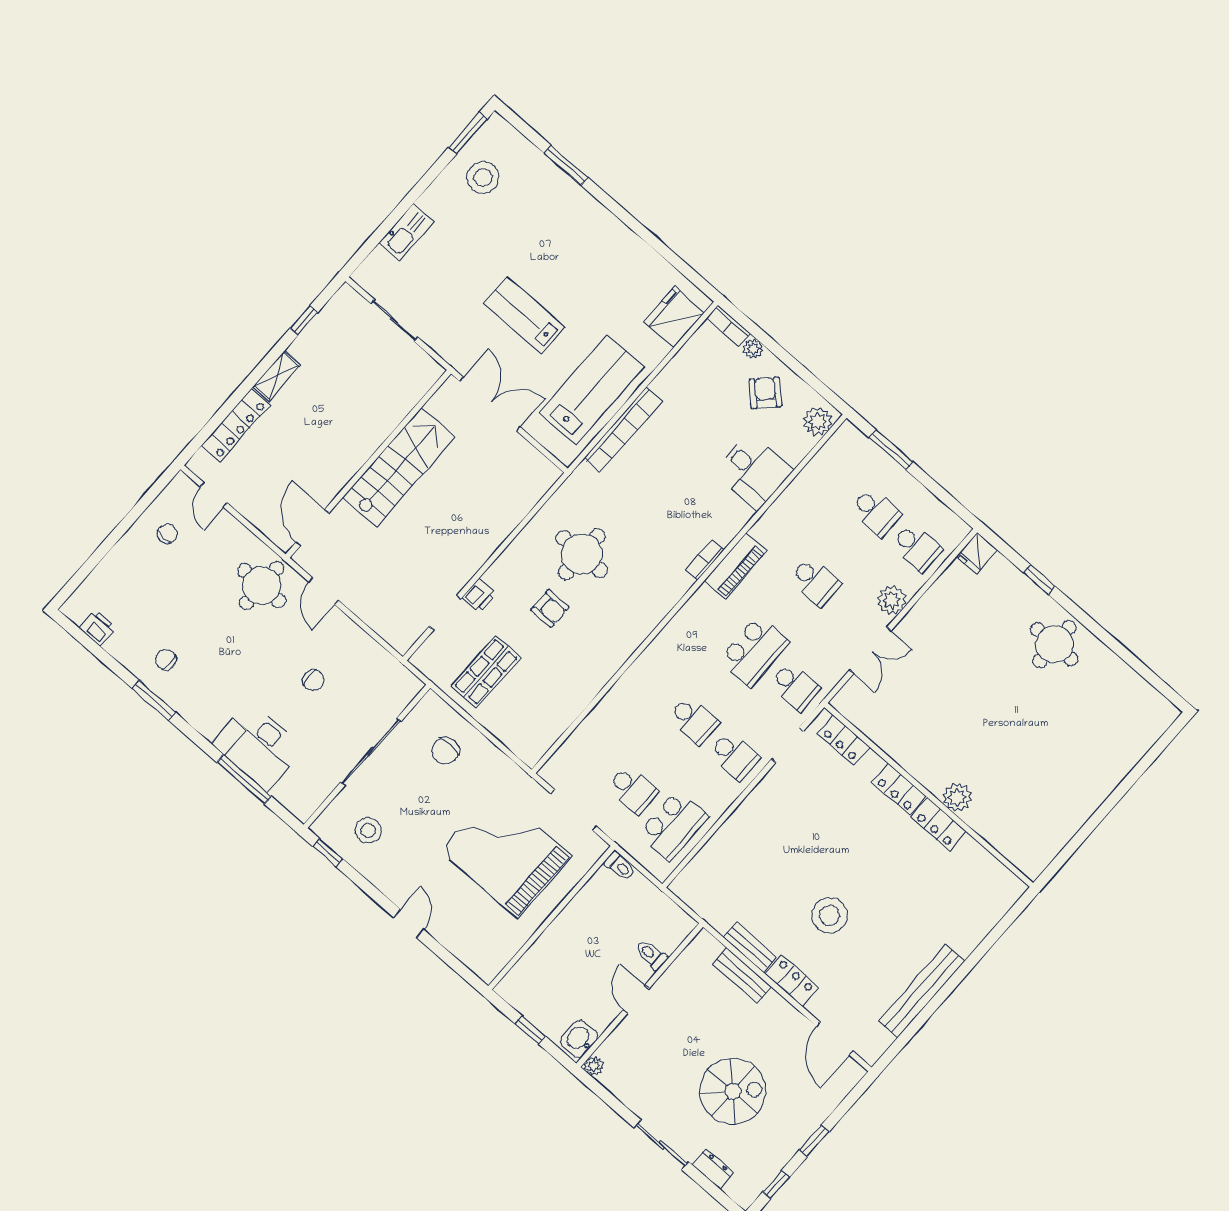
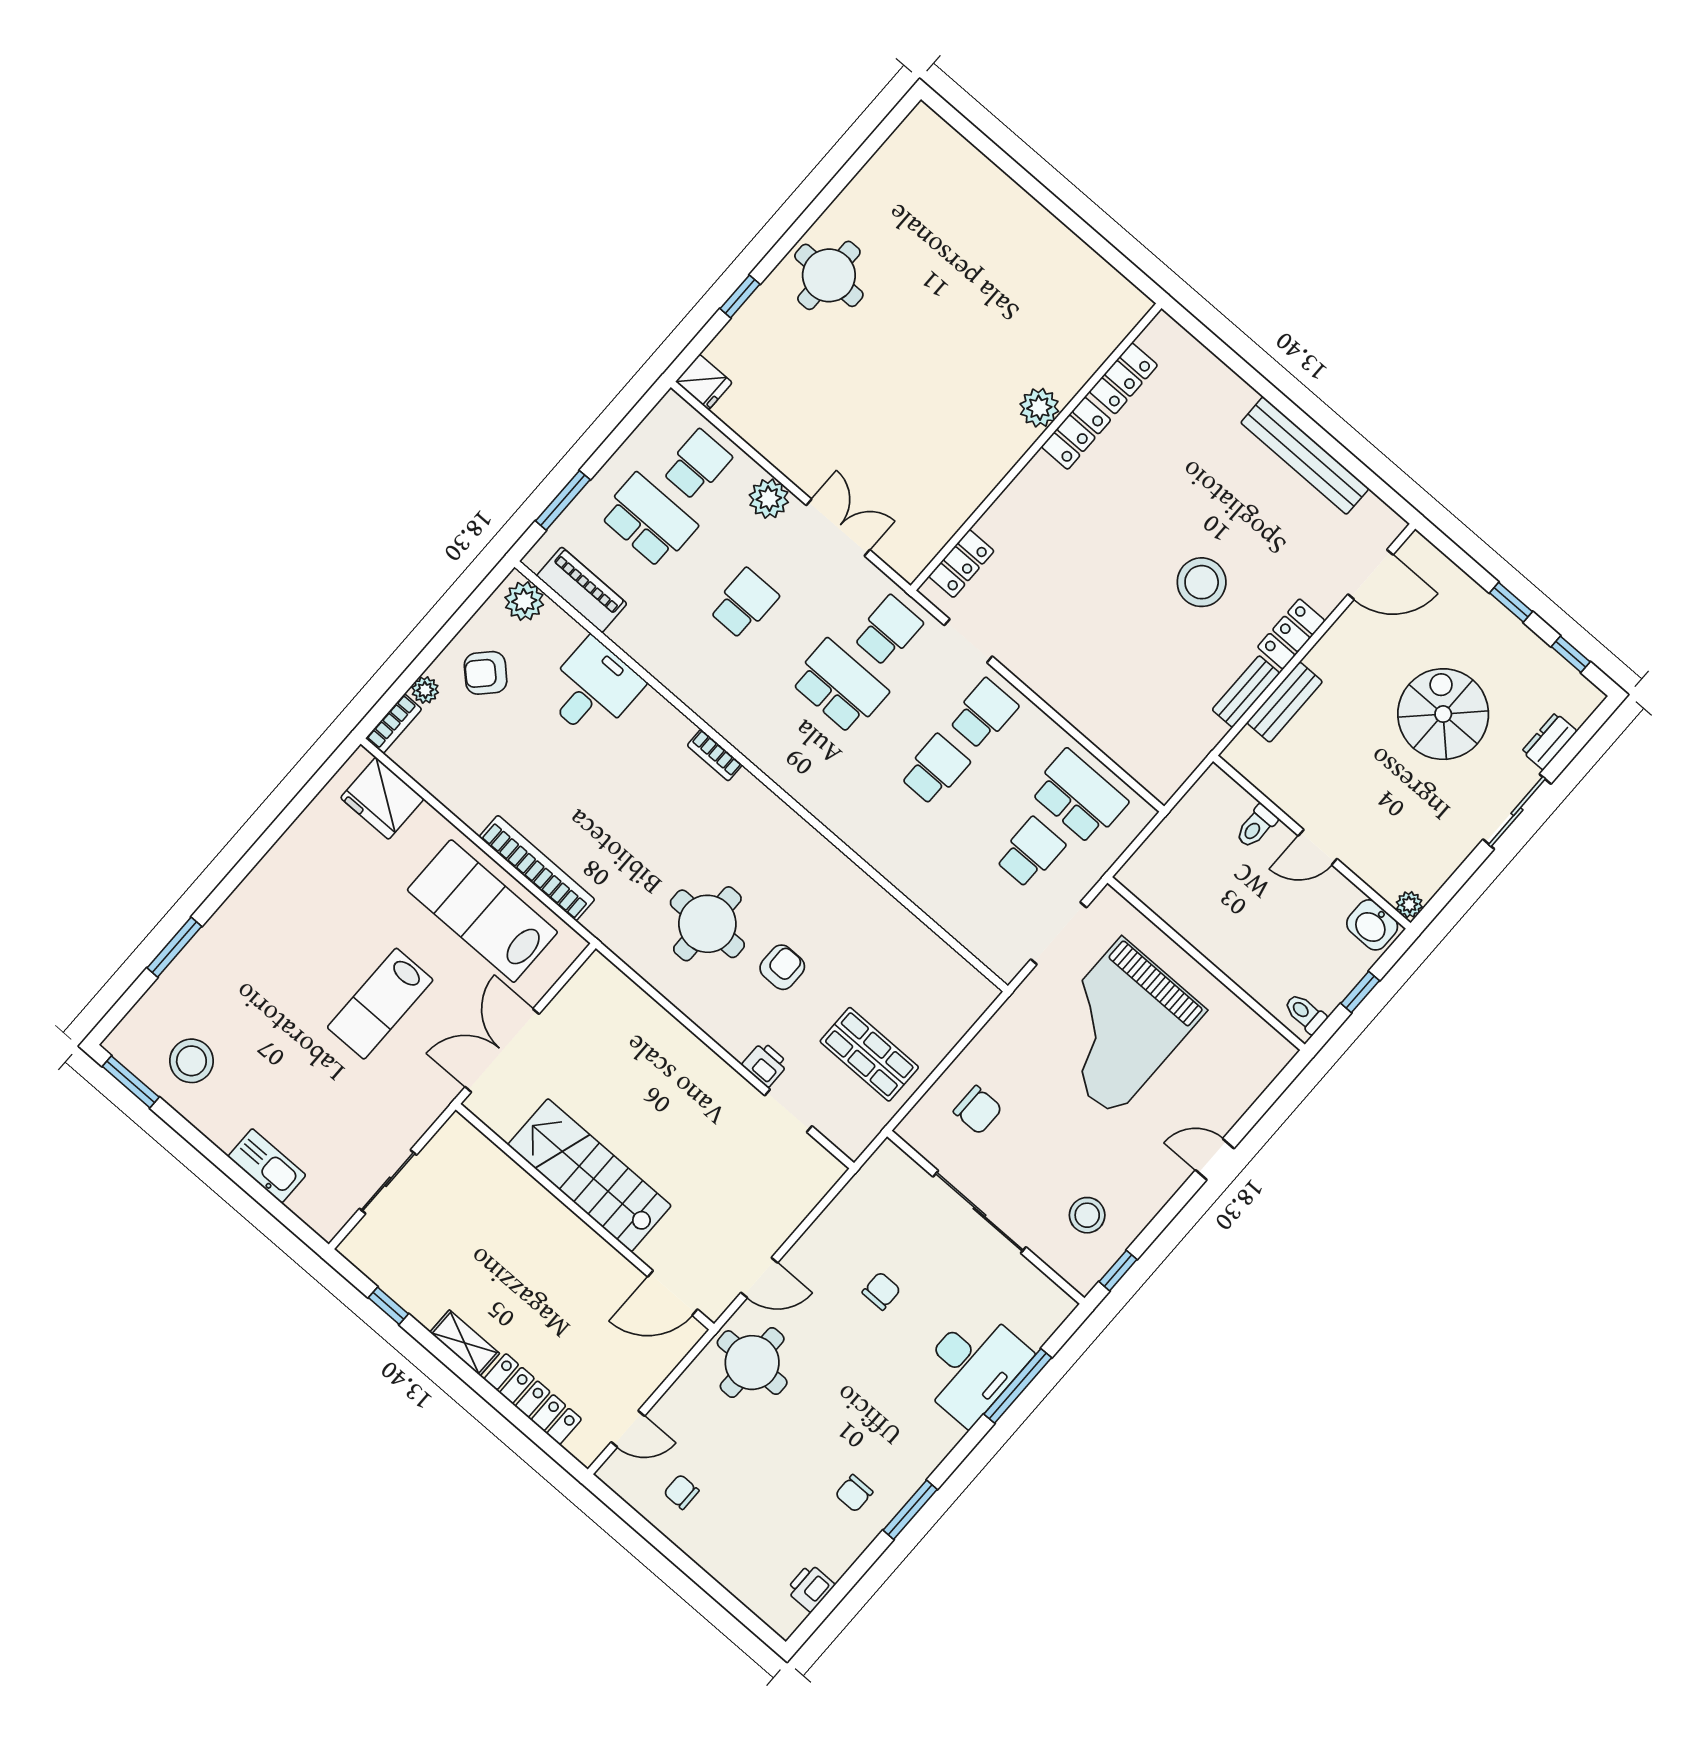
school desk: (876, 512) -> (648, 521), width x1.85
piano: (736, 566) -> (582, 590), moved
locker: (899, 789) -> (1123, 378), moved
toilet: (620, 866) -> (1305, 1013), moved, turned -90

